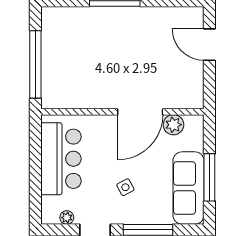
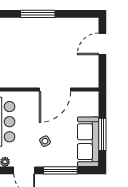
door: (209, 45) -> (102, 44), hinge flipped
plant: (173, 125) -> (78, 98), removed

